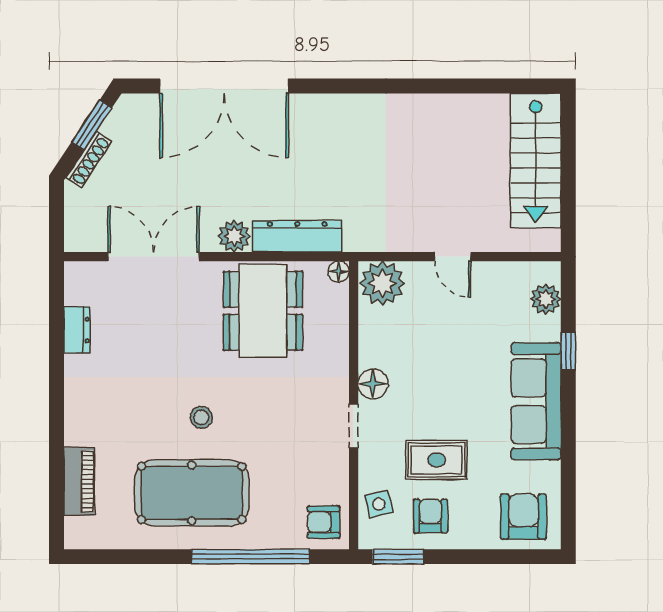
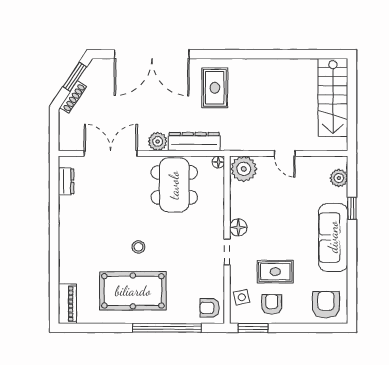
rug: (333, 144) -> (215, 88), added
dresser: (77, 330) -> (66, 181), moved
piano: (79, 481) -> (67, 304), moved

